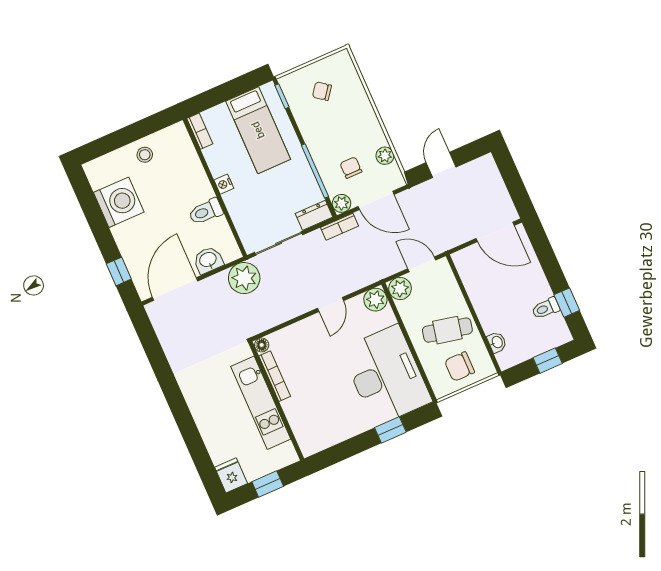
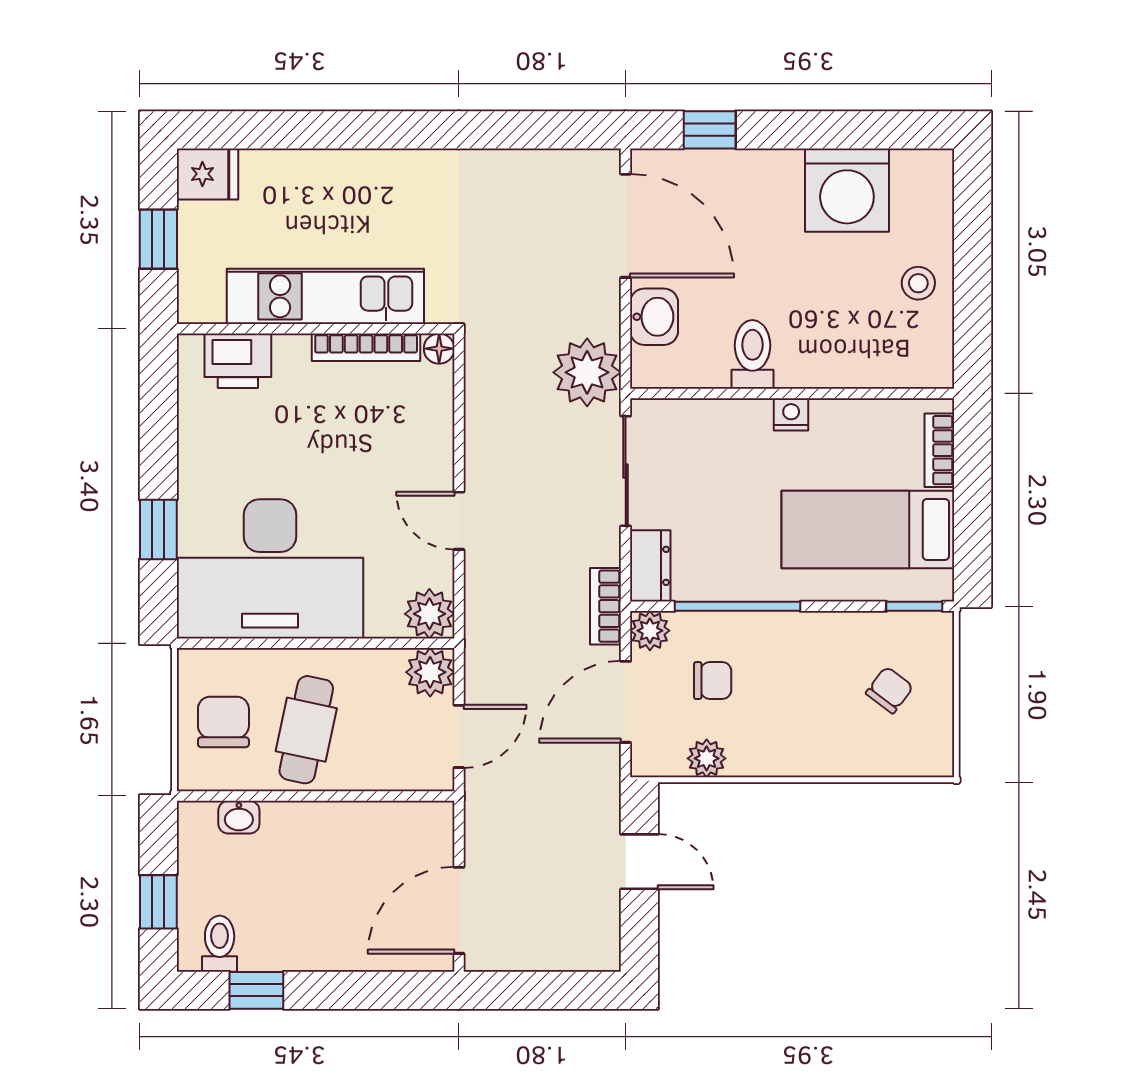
bookcase: (200, 131) -> (939, 450), moved, turned 90
toilet: (546, 308) -> (220, 944), moved
printer: (304, 428) -> (238, 361), added

